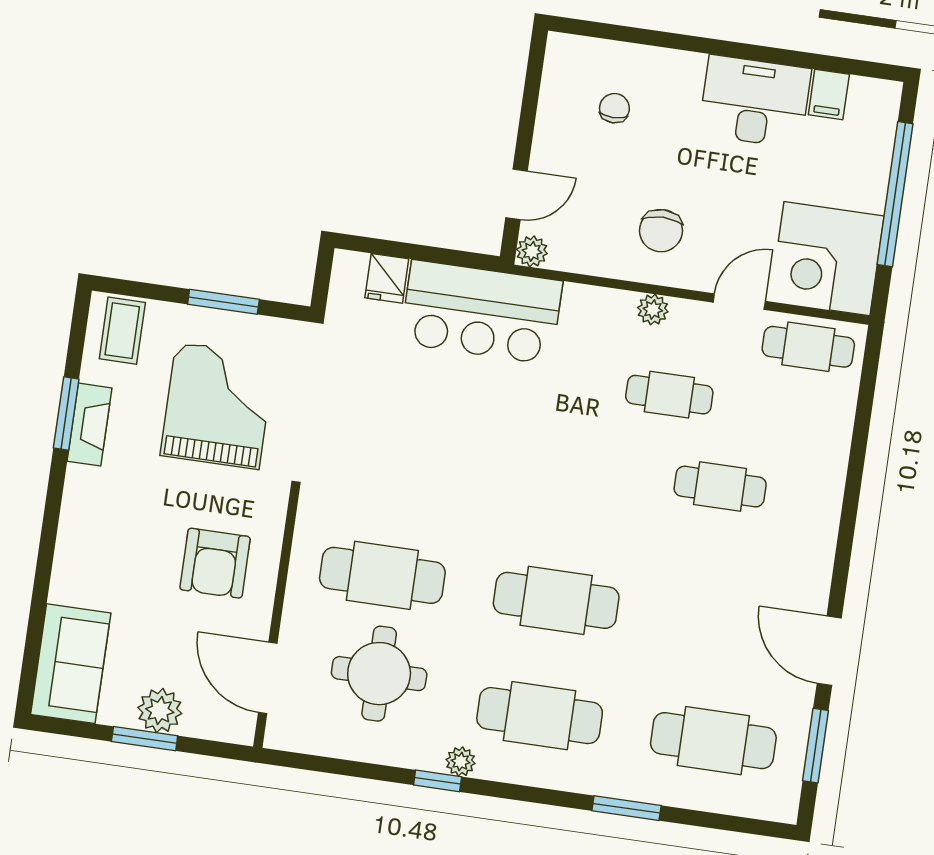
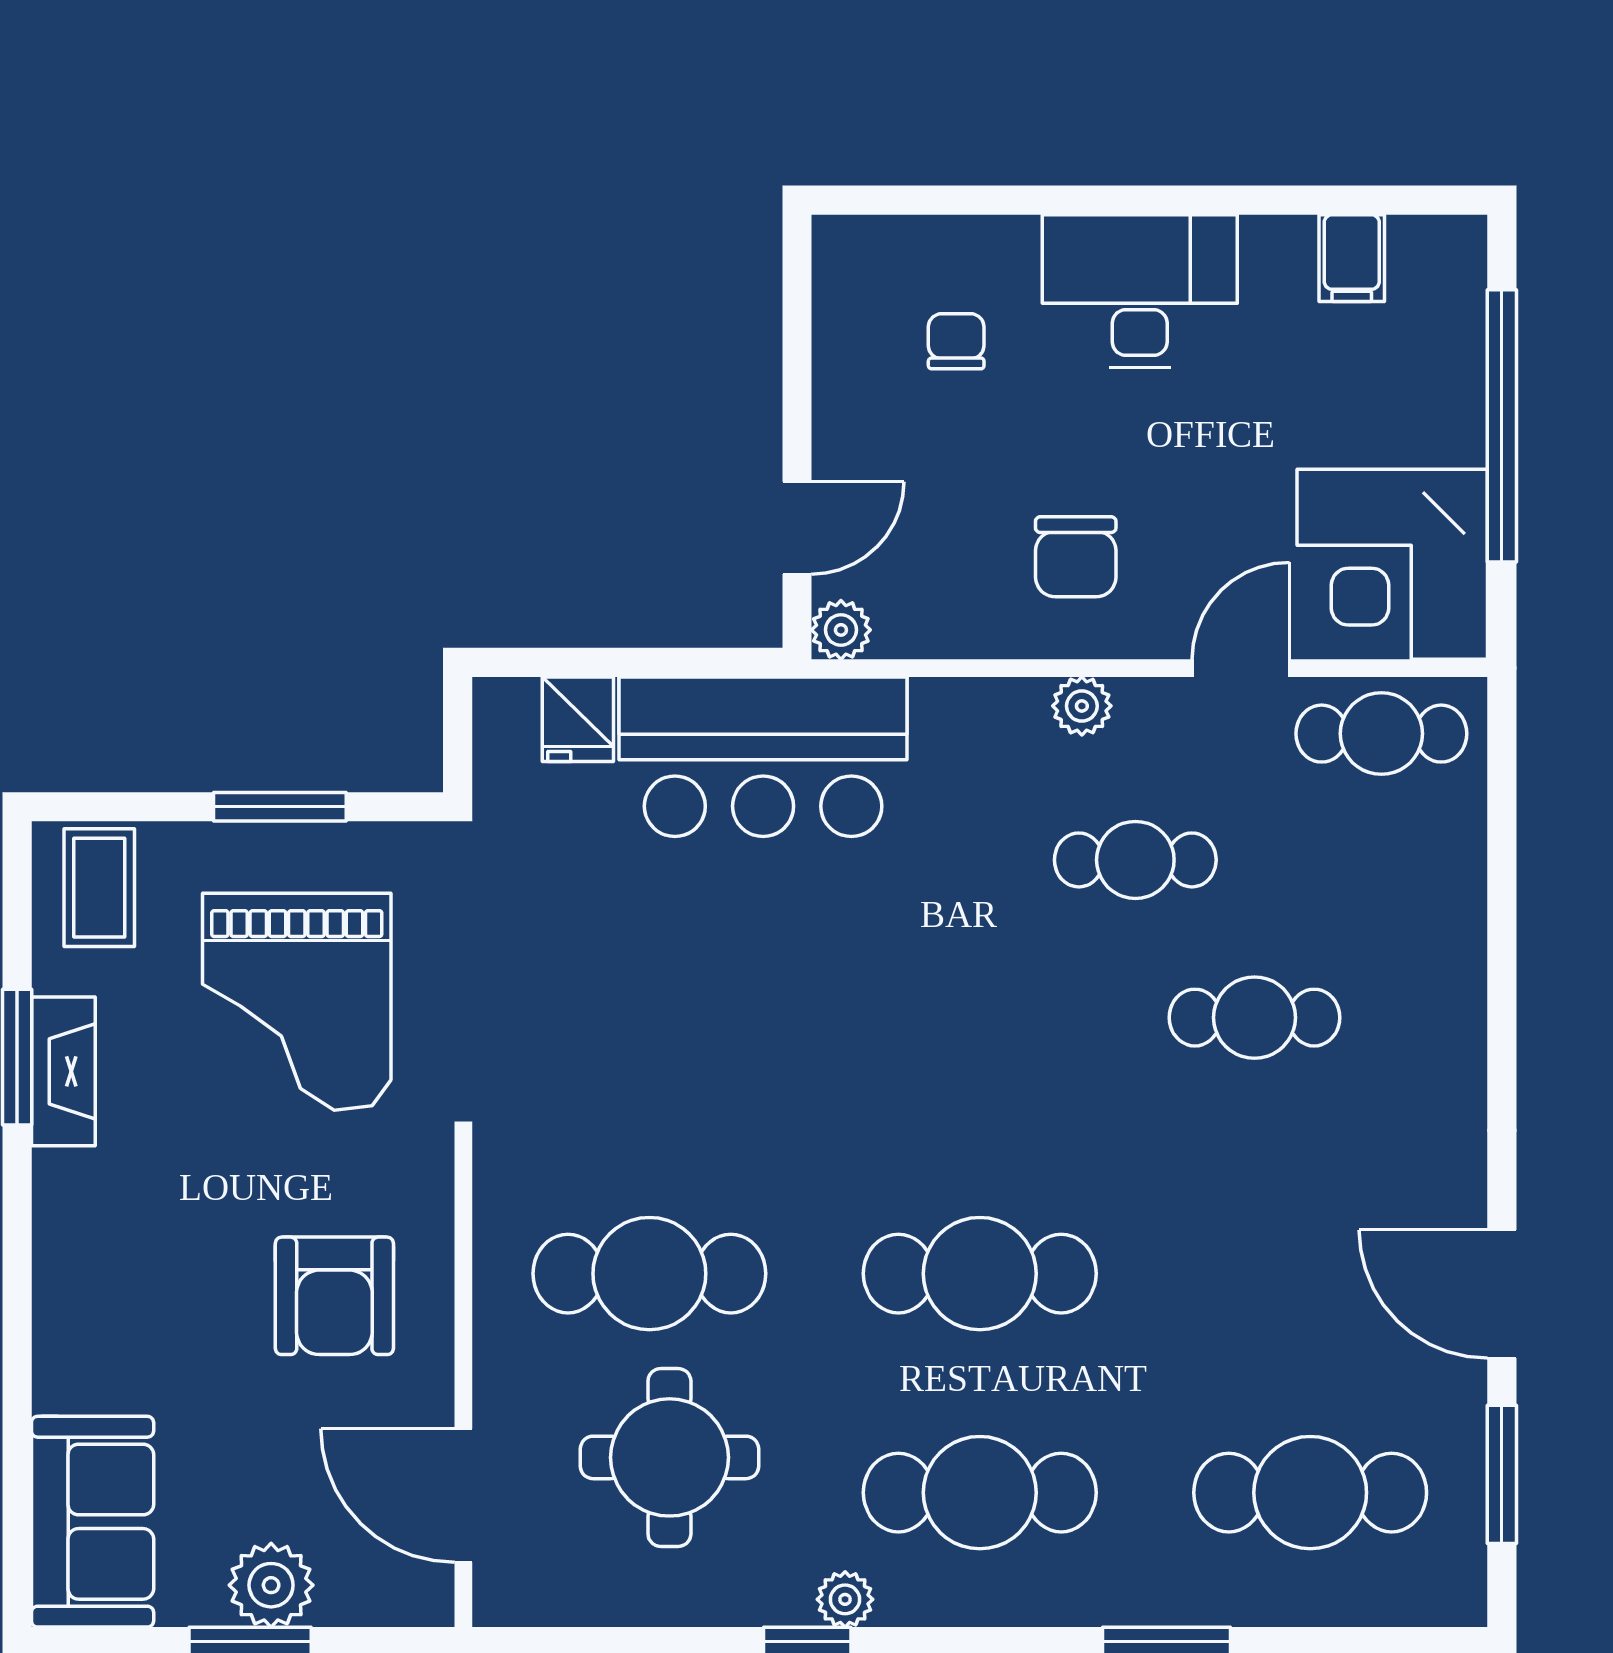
desk: (755, 102) -> (1140, 291), moved
grand piano: (218, 406) -> (297, 1002), turned 180

